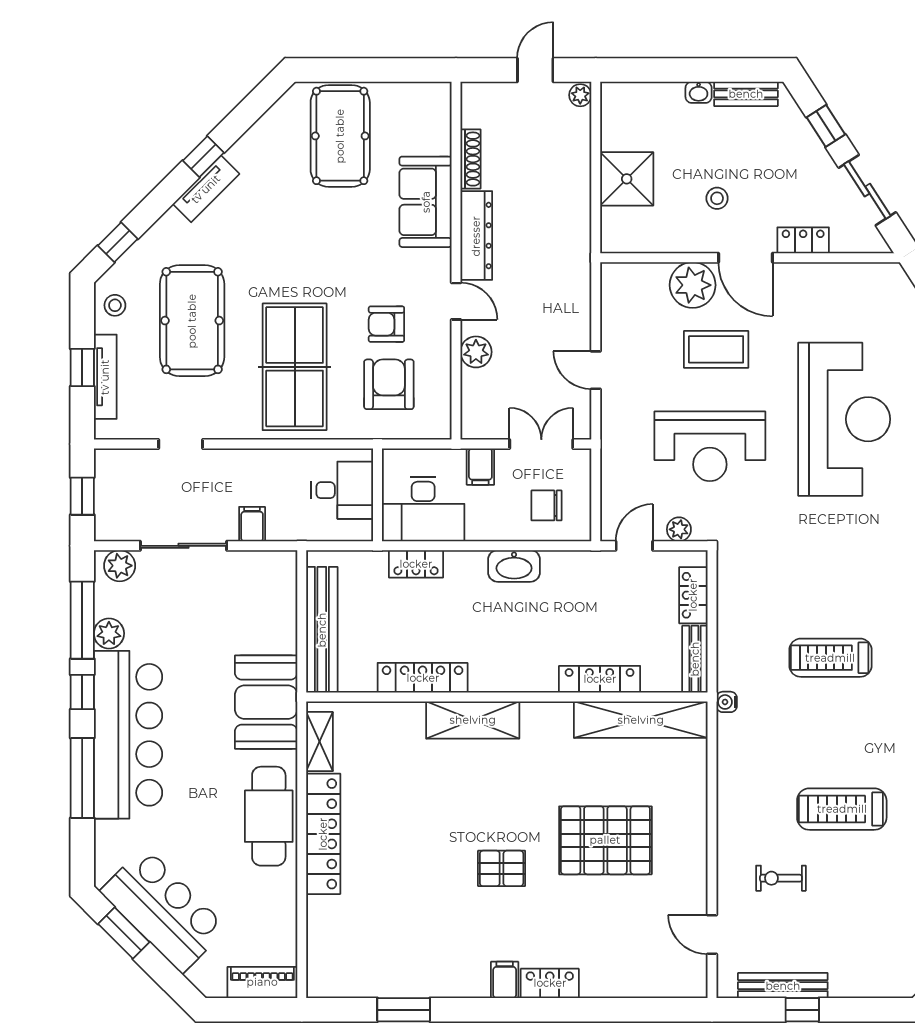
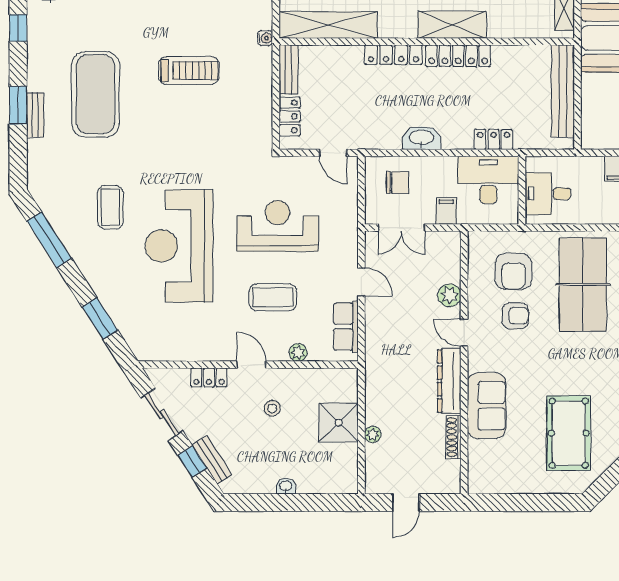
bench: (746, 94) -> (212, 460), moved, turned 57
plant: (580, 95) -> (373, 434), moved
pool table: (340, 136) -> (569, 433), moved
door: (745, 258) -> (251, 365), width x0.73
plant: (693, 285) -> (298, 352), width x0.53, depth x0.53
row of seats: (617, 309) -> (346, 327), added
plant: (679, 529) -> (300, 165), removed
door: (634, 546) -> (333, 153), hinge flipped
locker: (423, 678) -> (458, 56), moved
locker: (600, 679) -> (393, 55), moved

